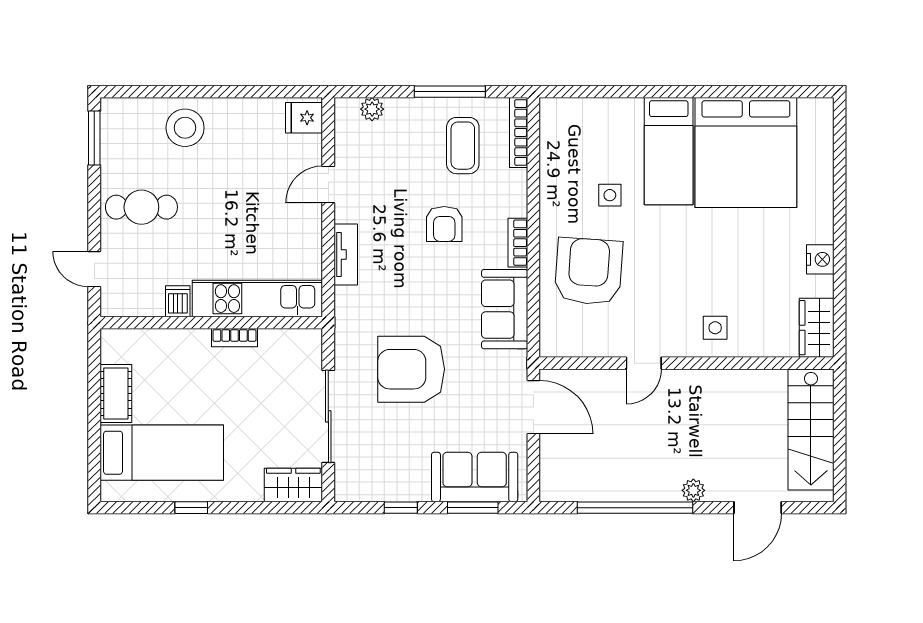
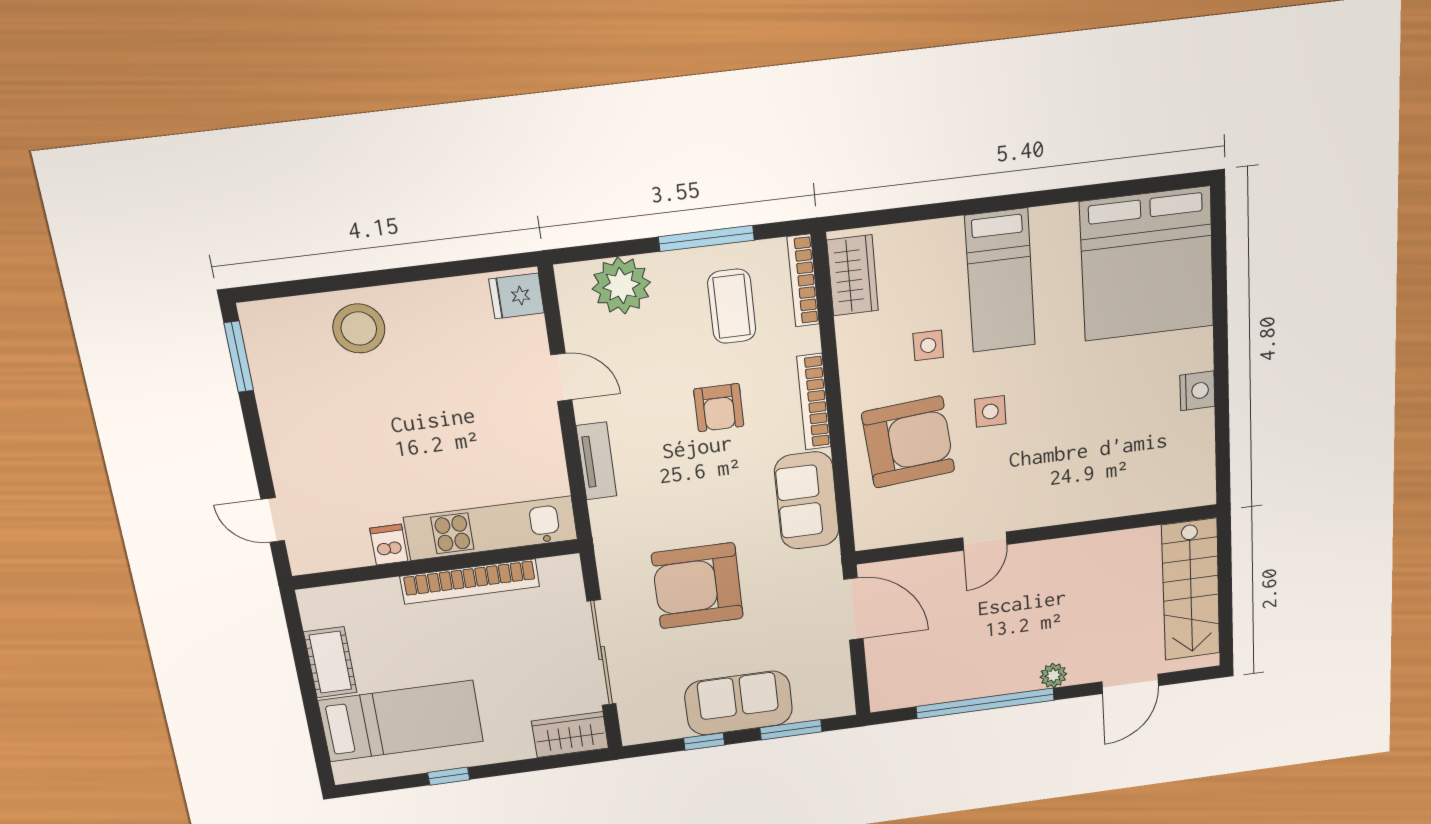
plant: (372, 109) -> (621, 286), width x1.88, depth x1.88
bed: (746, 152) -> (1147, 264), moved
door: (328, 184) -> (561, 377), swing flipped
cafe table: (141, 207) -> (320, 436), removed
bookcase: (518, 243) -> (814, 402), width x1.56
armchair: (589, 271) -> (908, 442), turned 81
side table: (715, 328) -> (990, 411), moved
wardrobe: (817, 328) -> (853, 275), moved, turned 180
bookcase: (235, 338) -> (470, 581), width x2.31, depth x1.31
sofa: (475, 477) -> (739, 703), moved

